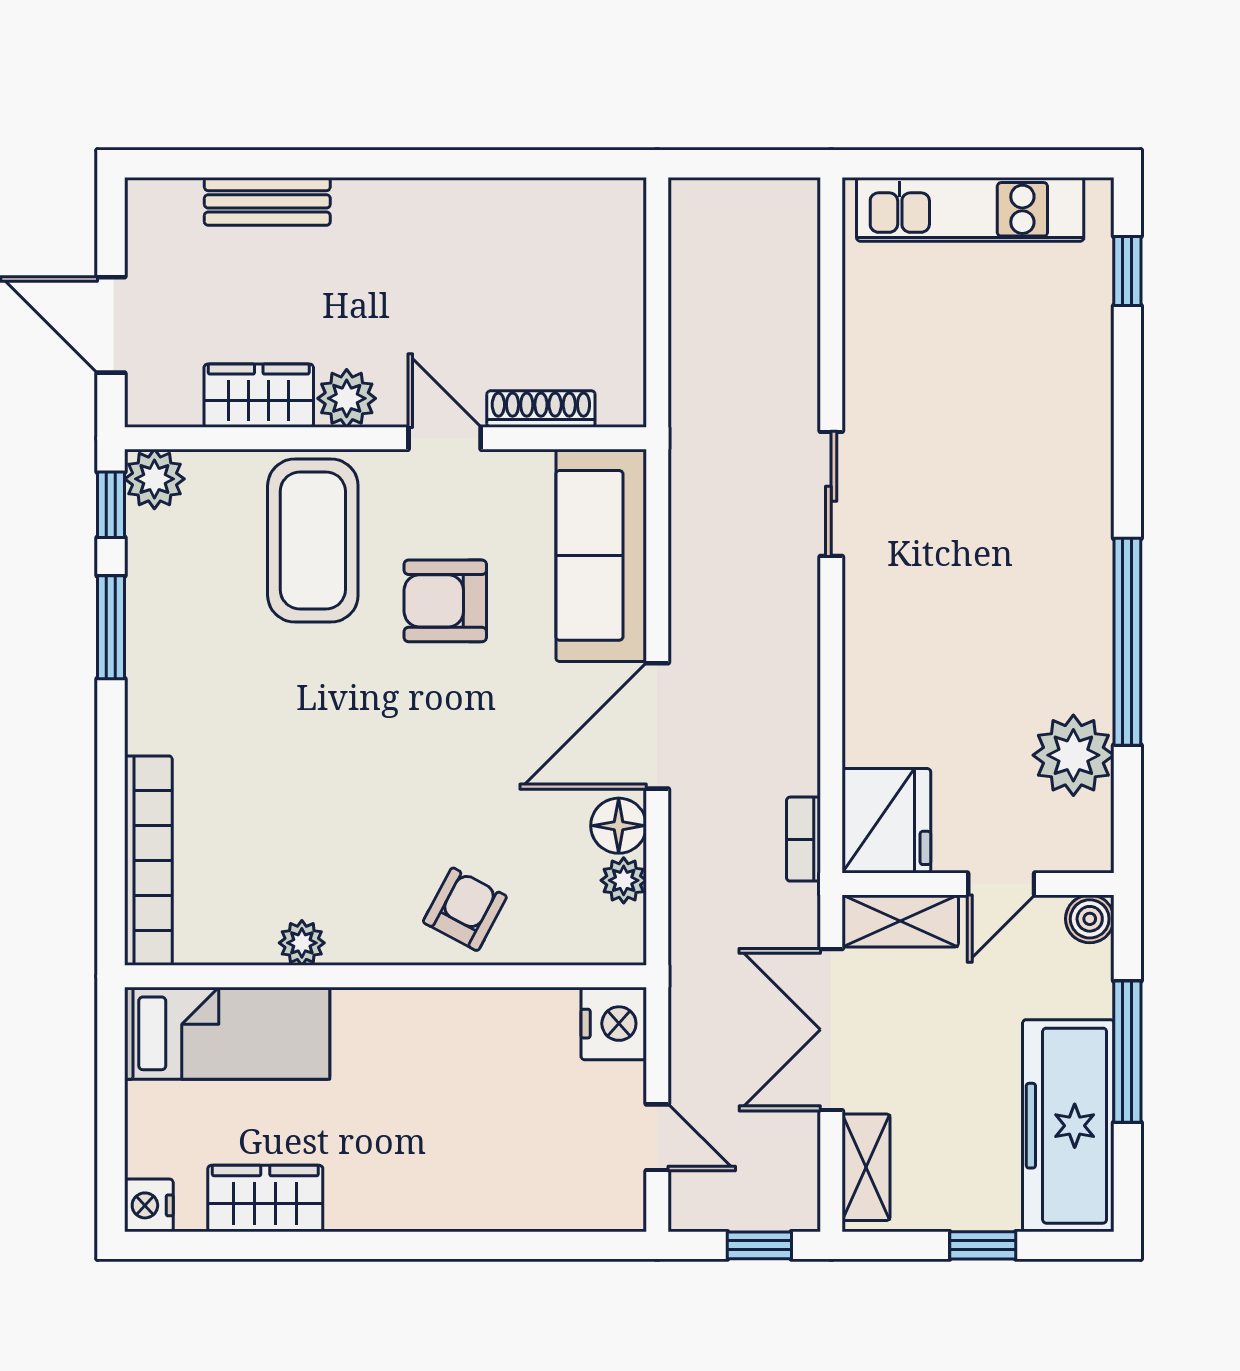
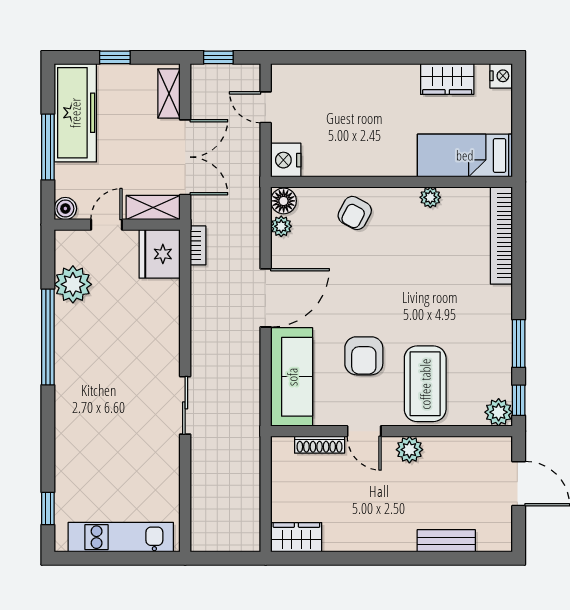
wardrobe: (259, 396) -> (296, 537), moved, turned 180
armchair: (445, 601) -> (364, 356), turned 90
floor lamp: (619, 826) -> (284, 201), moved

